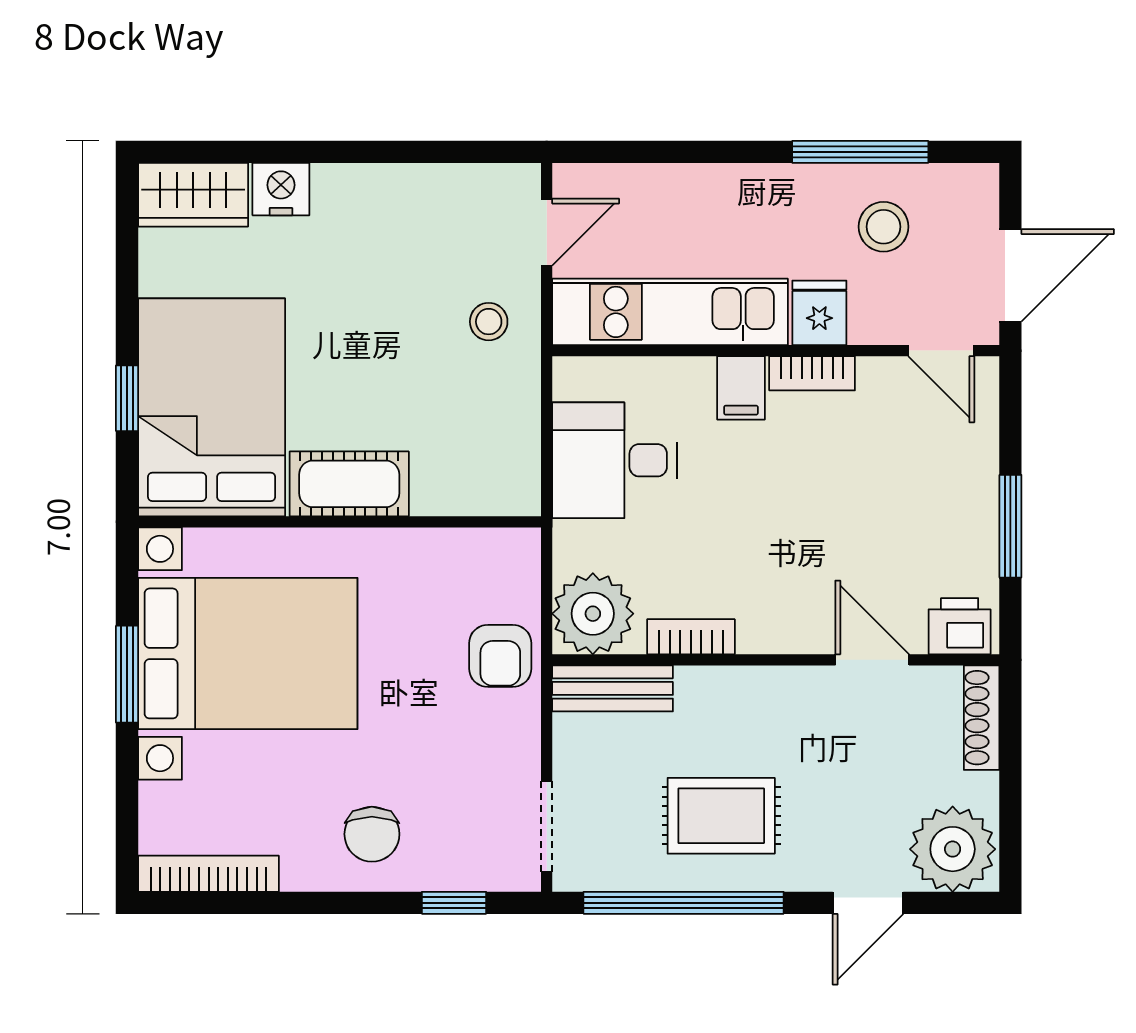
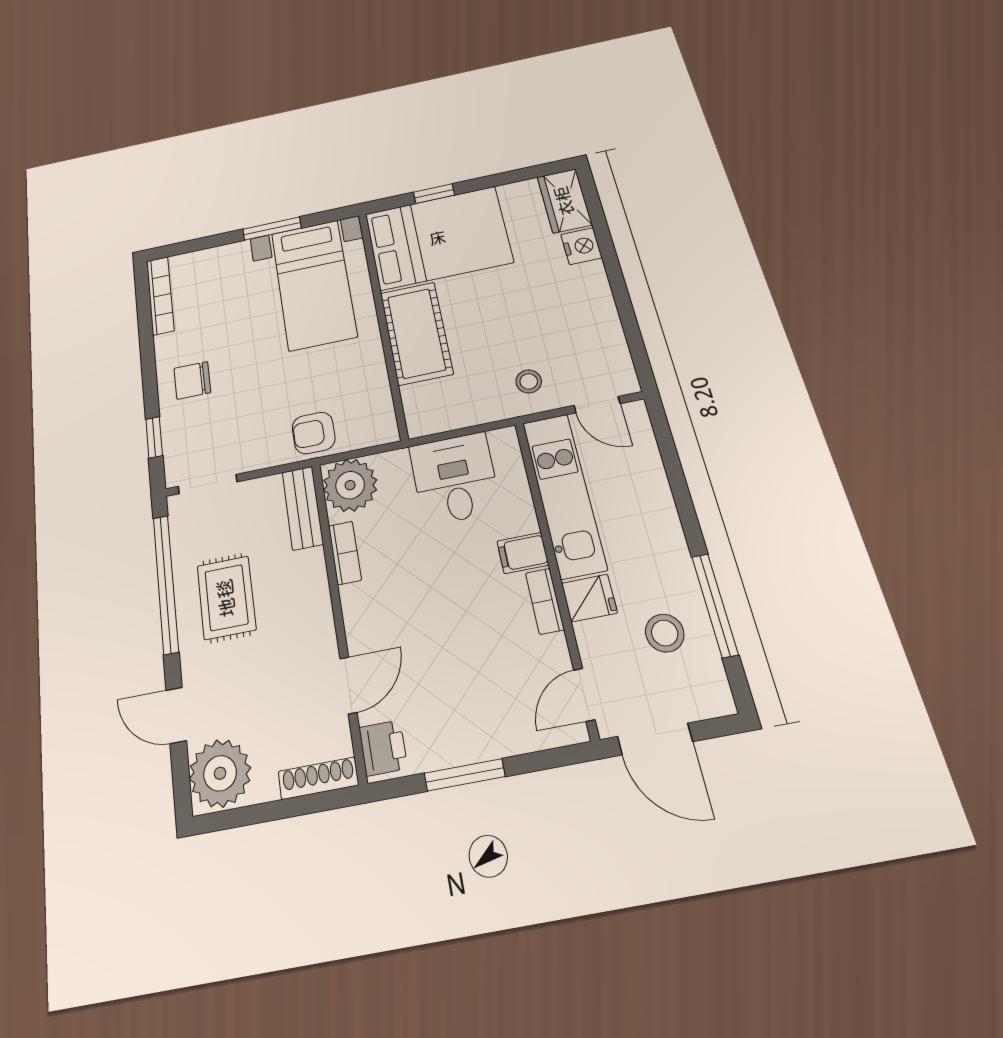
cot: (349, 484) -> (416, 333), width x1.37, depth x1.34
bed with nightstands: (248, 653) -> (314, 284), width x0.73

